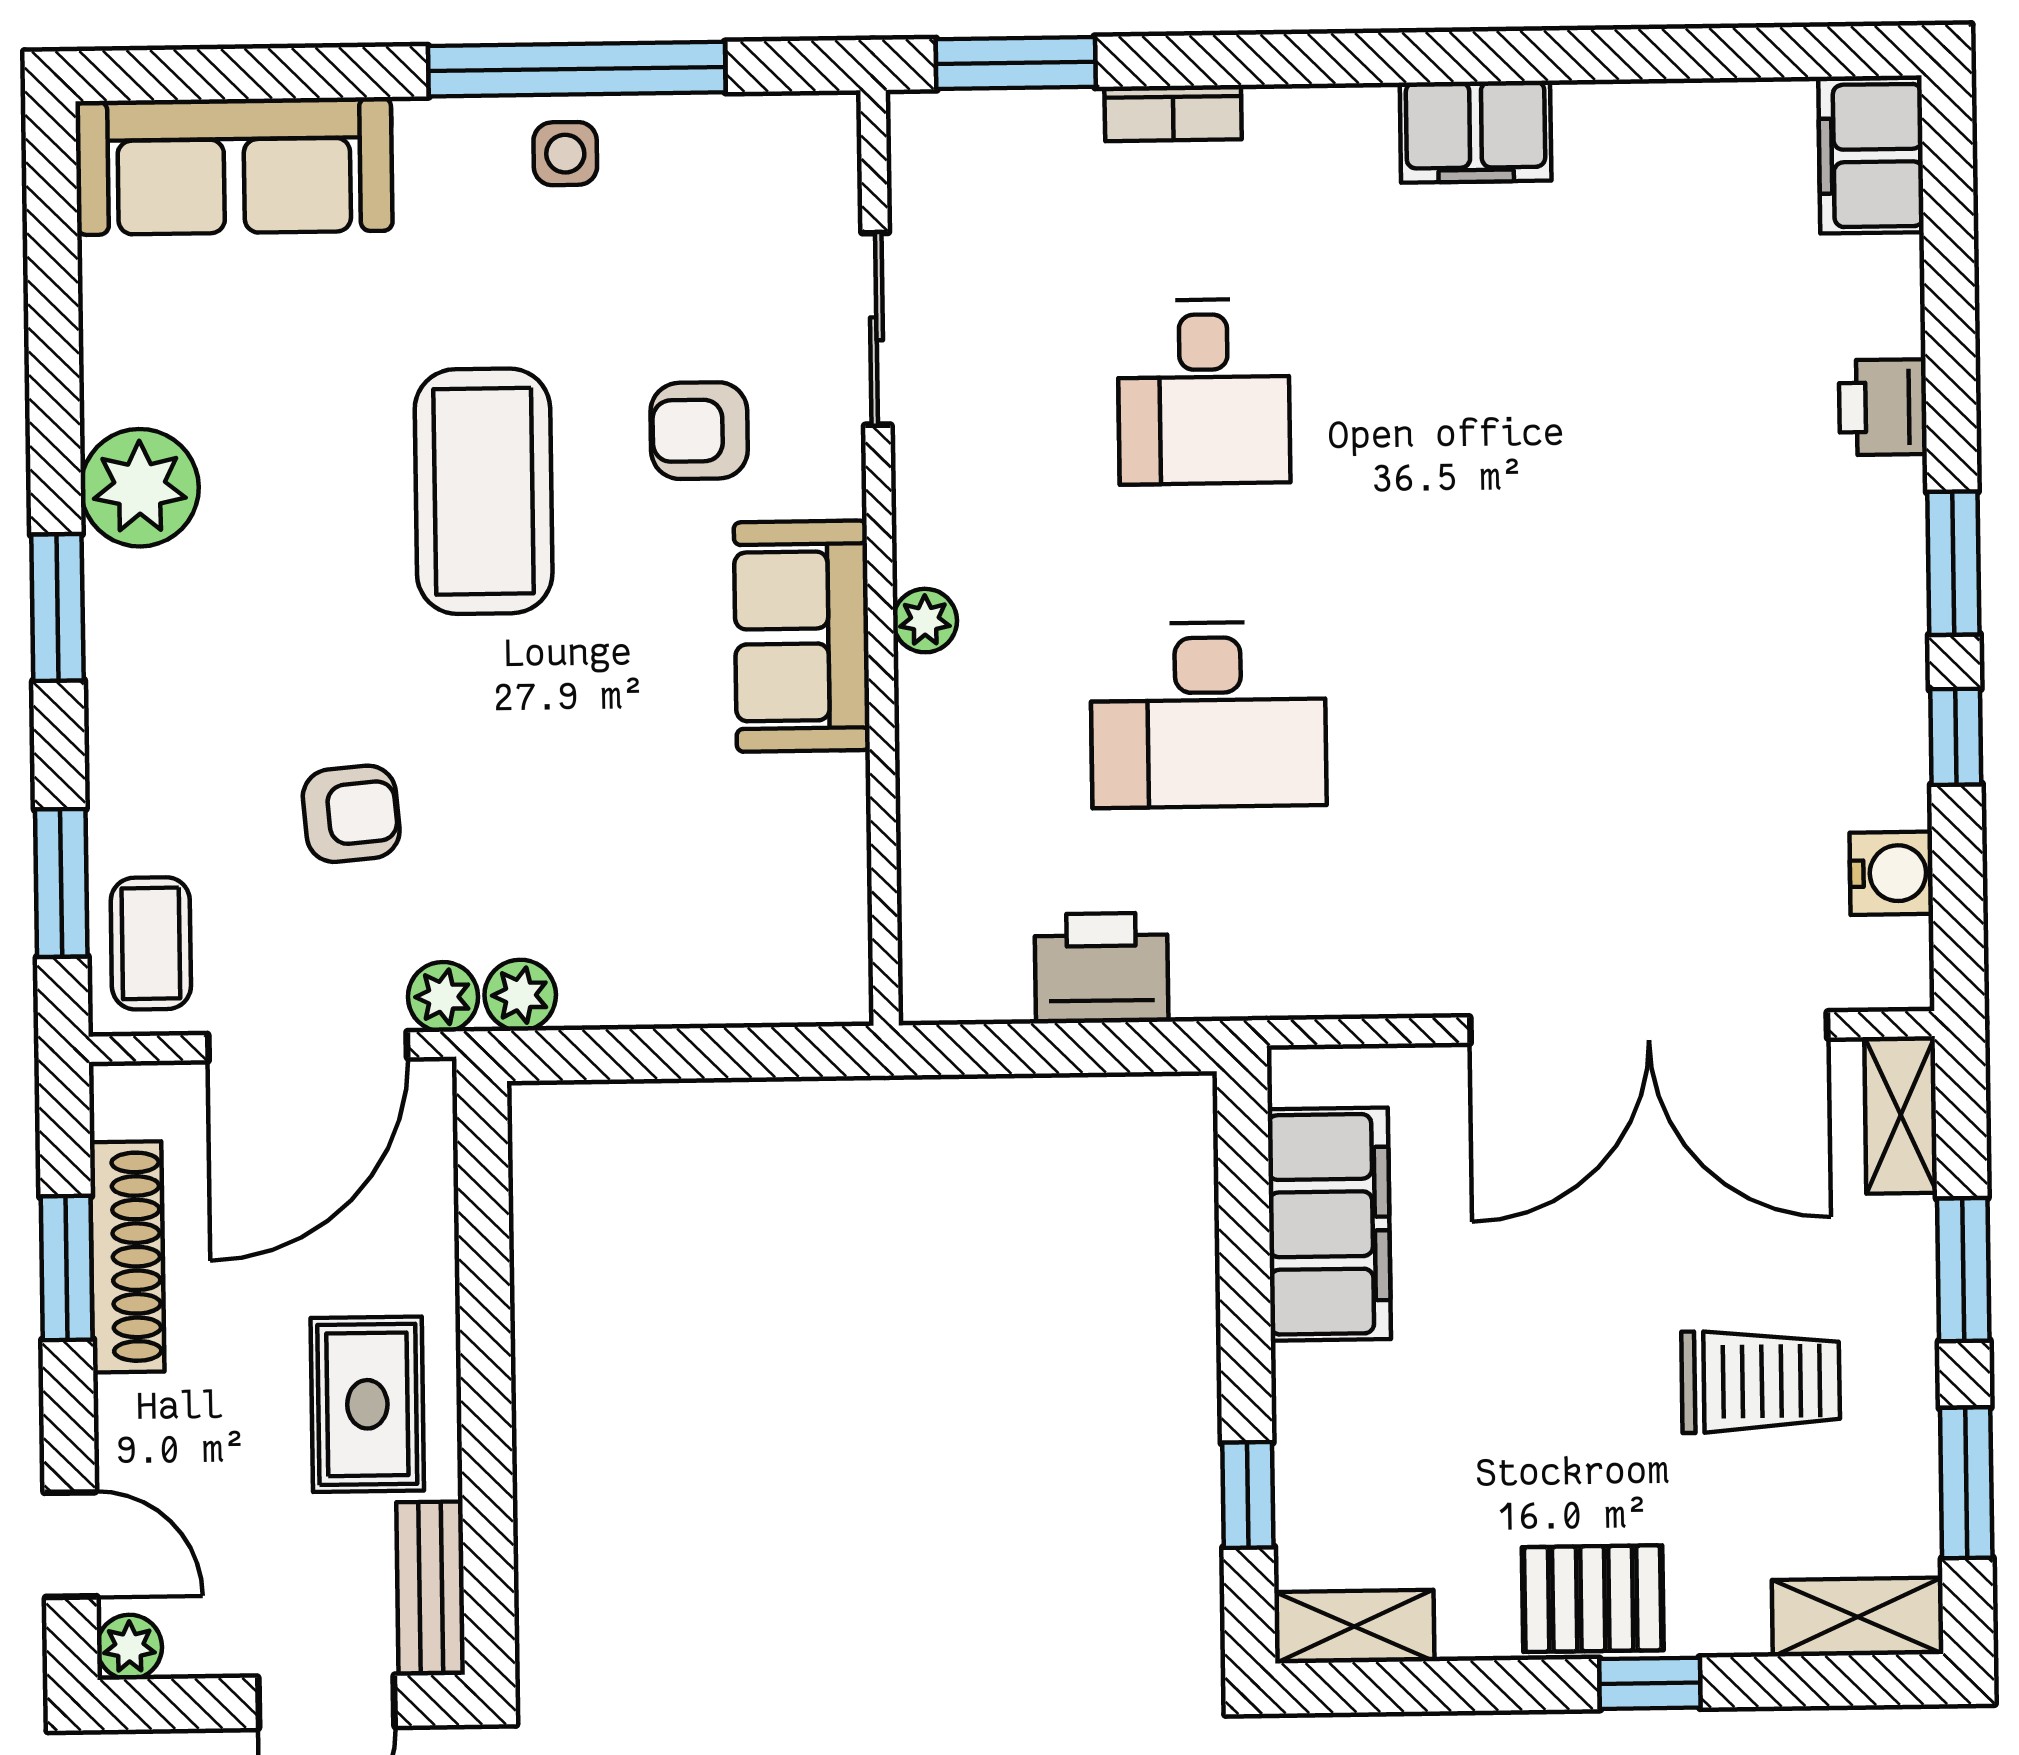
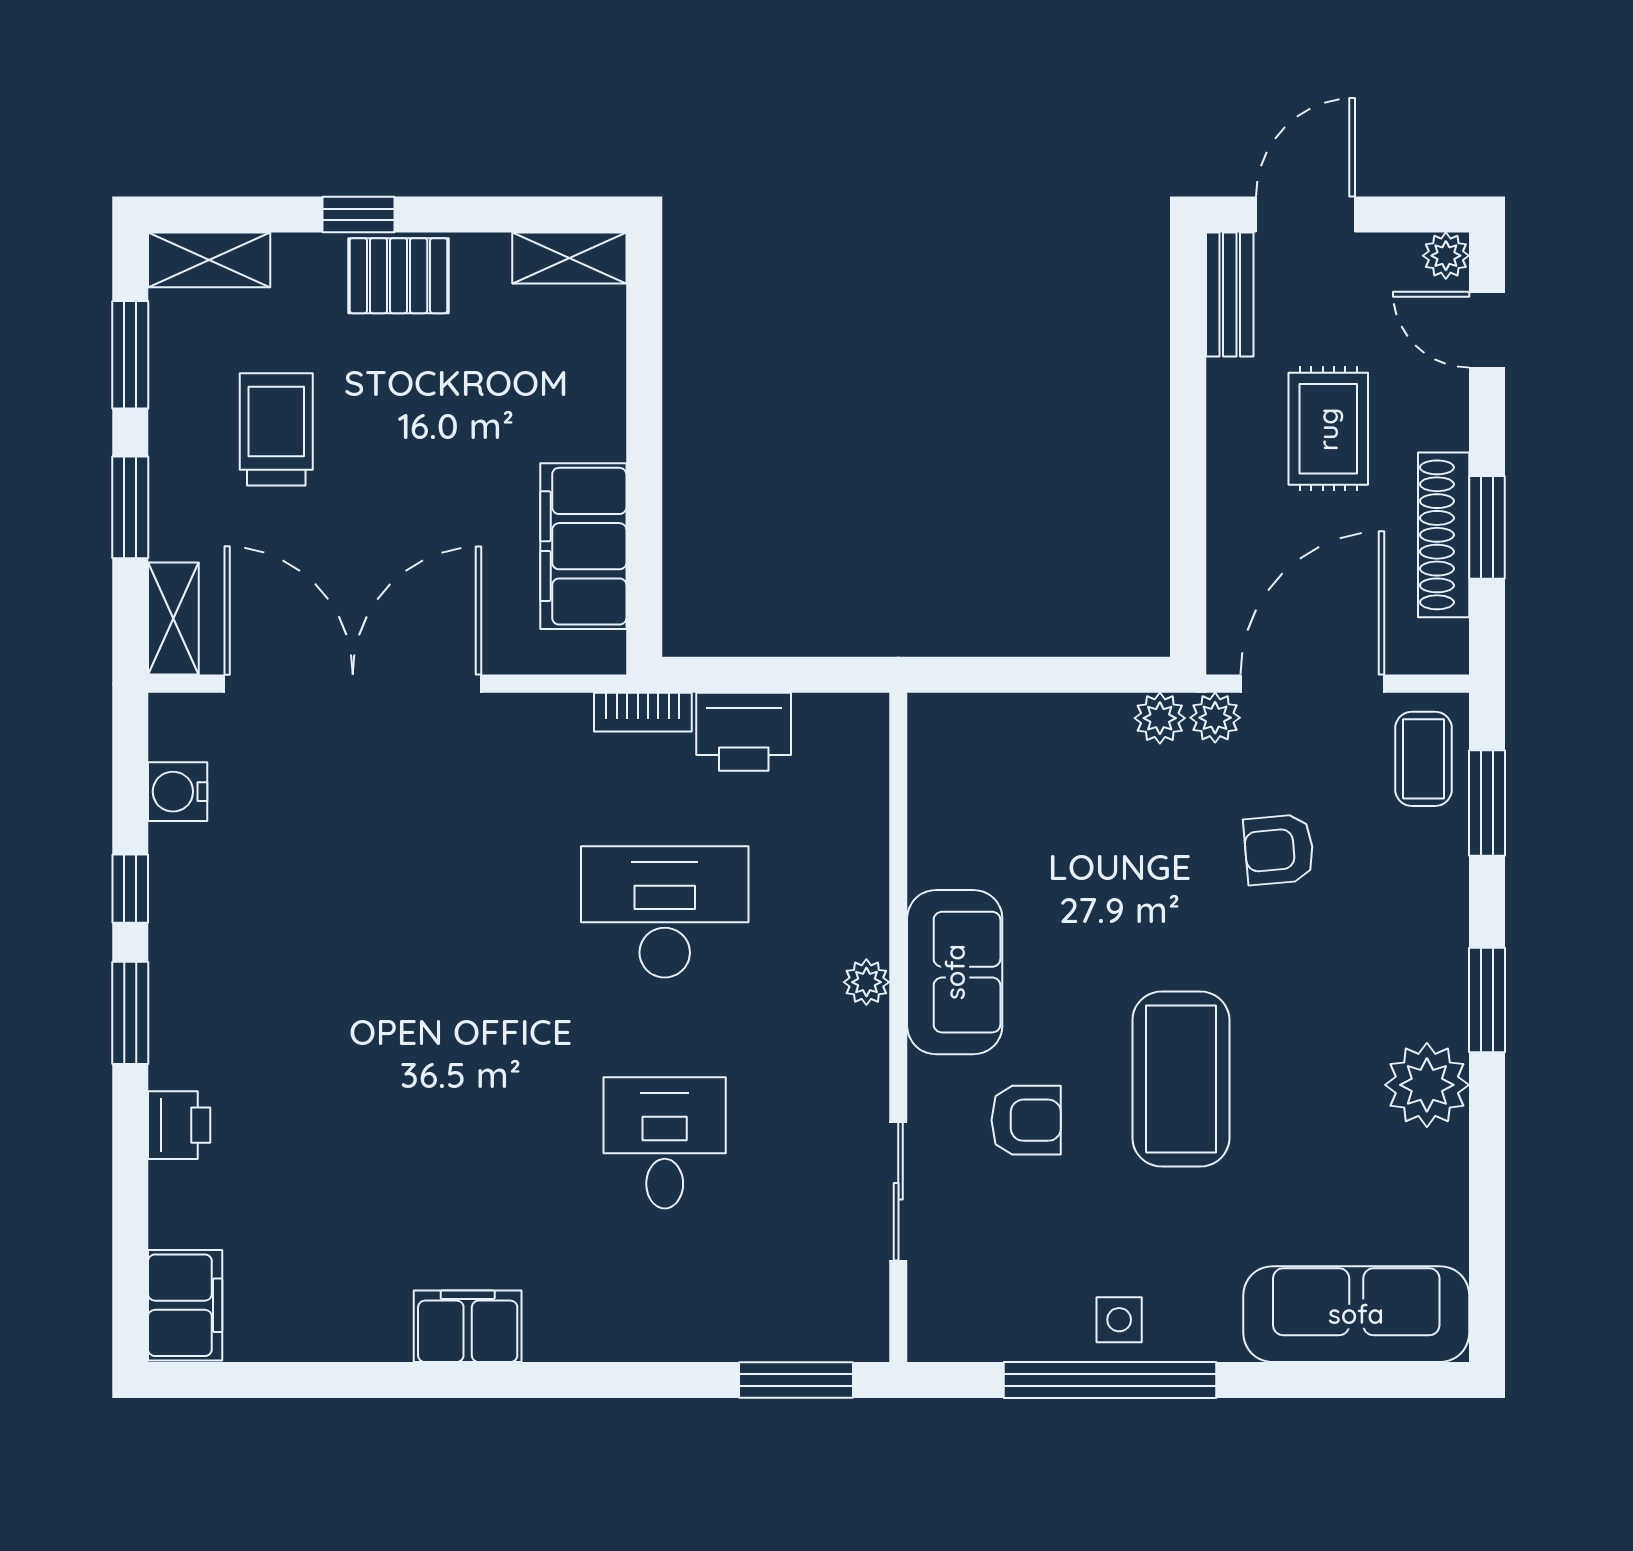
bookcase: (1173, 113) -> (643, 712), moved, turned 180
trolley: (1761, 1381) -> (276, 429), turned 90
rug: (367, 1404) -> (1328, 429), moved
window: (1248, 1495) -> (644, 353), removed

